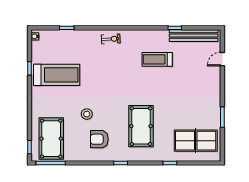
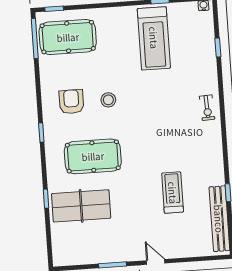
treadmill: (157, 59) -> (173, 193), moved
door: (222, 59) -> (156, 262), moved
stool: (87, 114) -> (108, 100), moved
table tennis table: (196, 141) -> (81, 206), moved, turned 90

